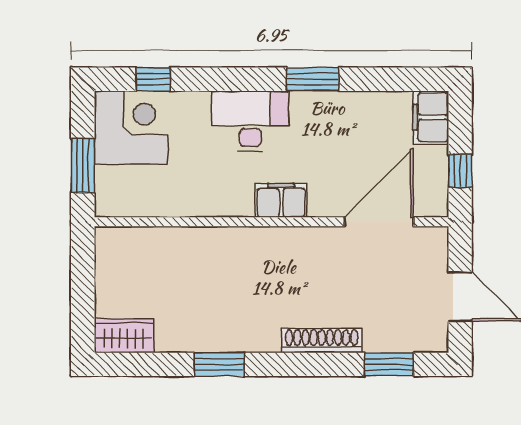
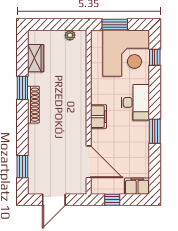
corner desk: (131, 128) -> (126, 53), width x1.36, depth x1.36
plant: (106, 262) -> (70, 35), added
wardrobe: (124, 336) -> (36, 58), moved
shoe rack: (322, 341) -> (33, 105), moved

